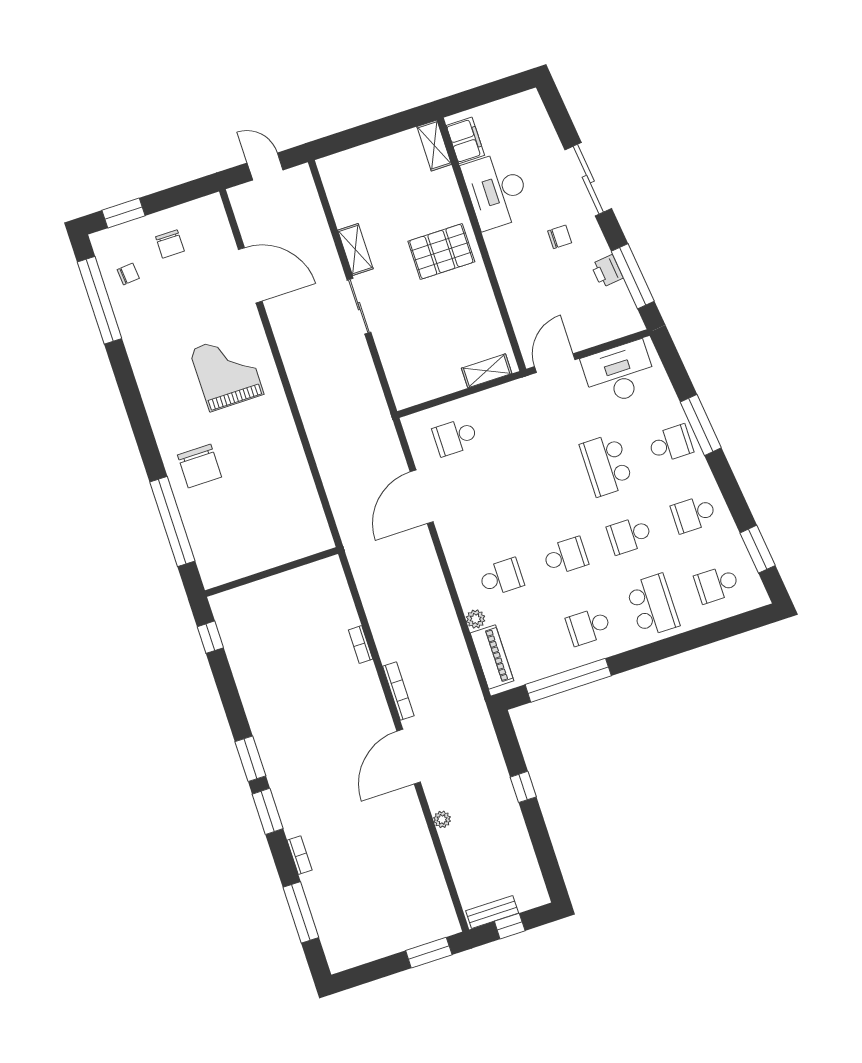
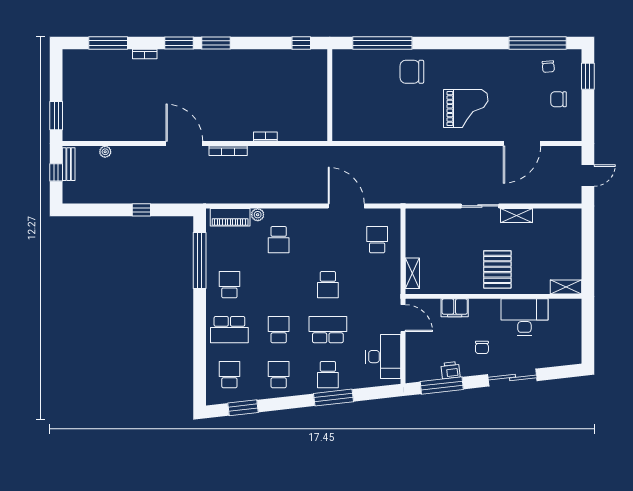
filing cabinet: (465, 140) -> (455, 308), moved
school desk: (565, 556) -> (328, 285), moved
plant: (442, 819) -> (105, 152), moved

